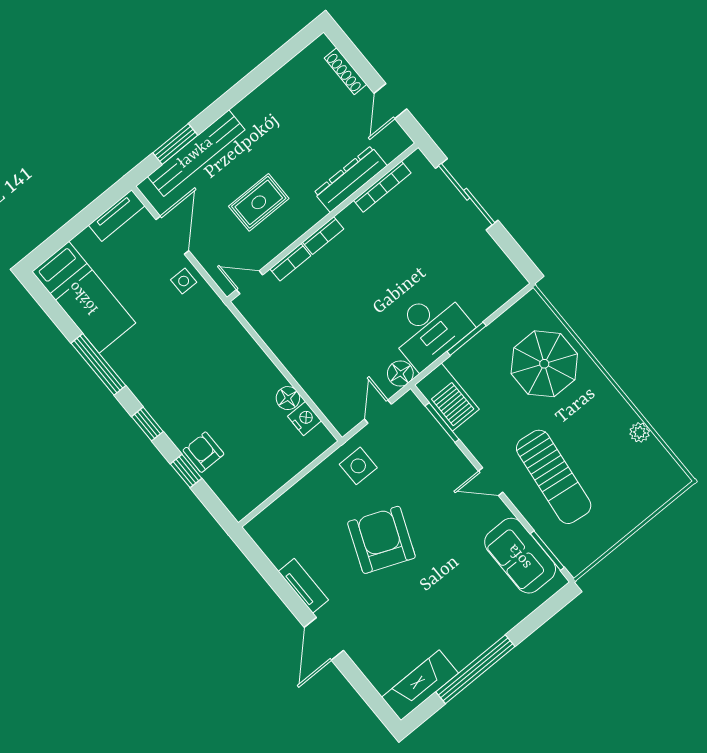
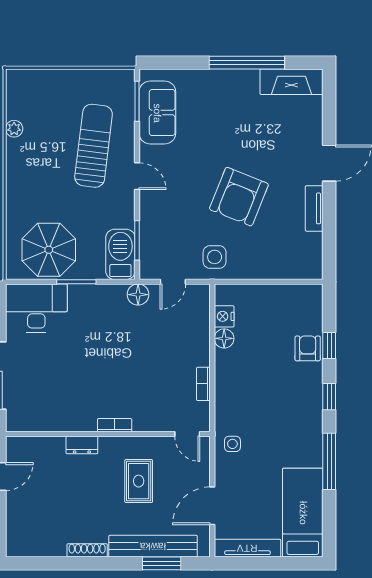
shoe rack: (346, 71) -> (87, 550), moved, turned -90
dresser: (351, 179) -> (82, 445), width x0.51, depth x0.80
bookcase: (382, 187) -> (50, 425), removed
rug: (259, 202) -> (139, 481), turned 90
tv unit: (117, 216) -> (247, 548), width x1.41
bookcase: (290, 262) -> (203, 384), moved, turned -90
side table: (184, 281) -> (232, 444), moved
desk: (430, 329) -> (36, 308), moved
parasol: (544, 364) -> (49, 250), moved
armchair: (203, 452) -> (308, 348), turned 180

